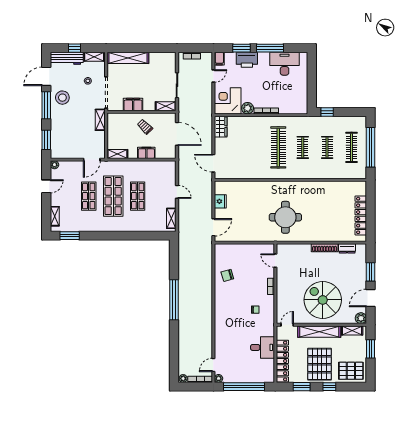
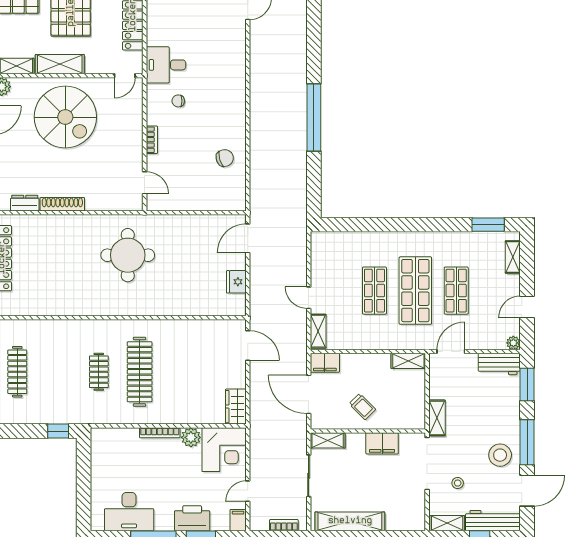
shelving: (128, 58) -> (350, 521), moved
clothes rail: (327, 147) -> (58, 372), removed
workbench: (63, 152) -> (499, 364), added
filing cabinet: (146, 153) -> (325, 363), moved
shelving: (171, 218) -> (318, 331), moved
shelving: (319, 332) -> (60, 64), width x0.68
desk: (263, 347) -> (166, 65), moved

